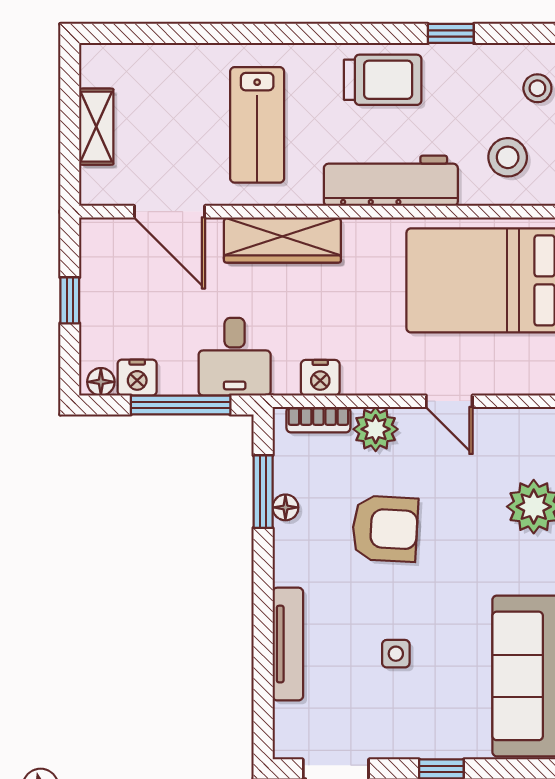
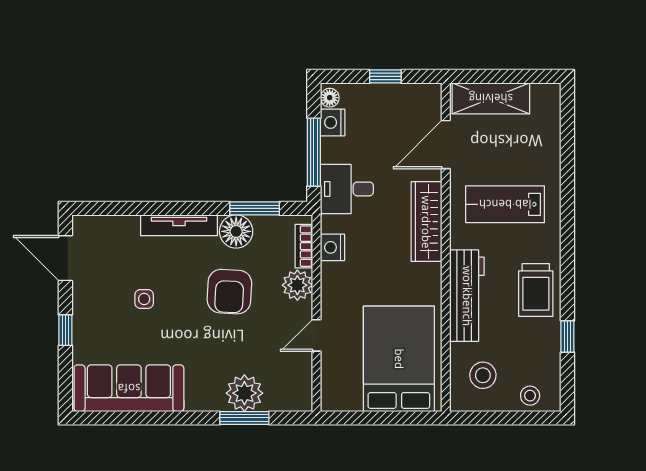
shelving: (96, 127) -> (491, 98), width x1.50, depth x1.33
floor lamp: (285, 507) -> (236, 231), width x1.89, depth x1.89
tv unit: (288, 644) -> (179, 225), moved

